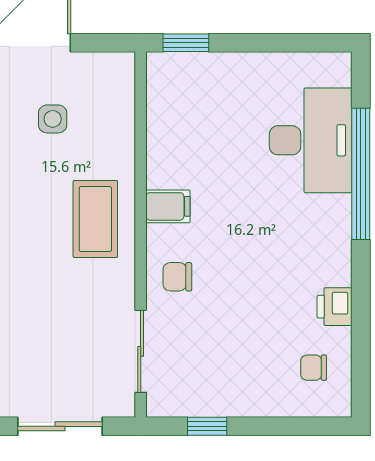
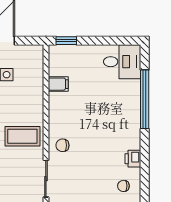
desk: (311, 140) -> (122, 62), moved, width x0.73
filing cabinet: (168, 206) -> (58, 84), moved
coffee table: (95, 219) -> (22, 136), moved, turned 90

